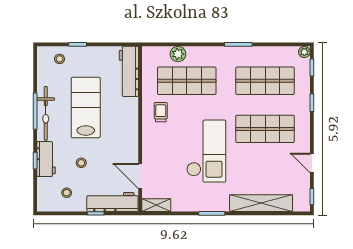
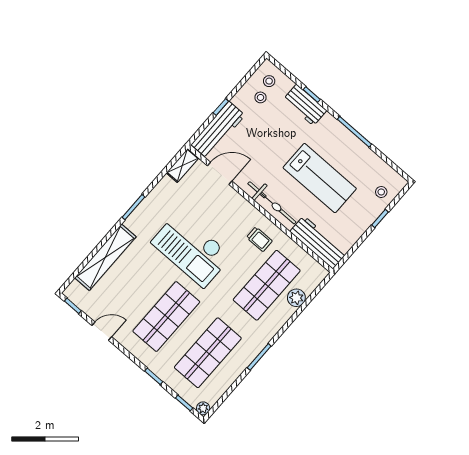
bicycle: (46, 113) -> (272, 203), moved, turned 180
stool: (81, 163) -> (269, 81), moved

